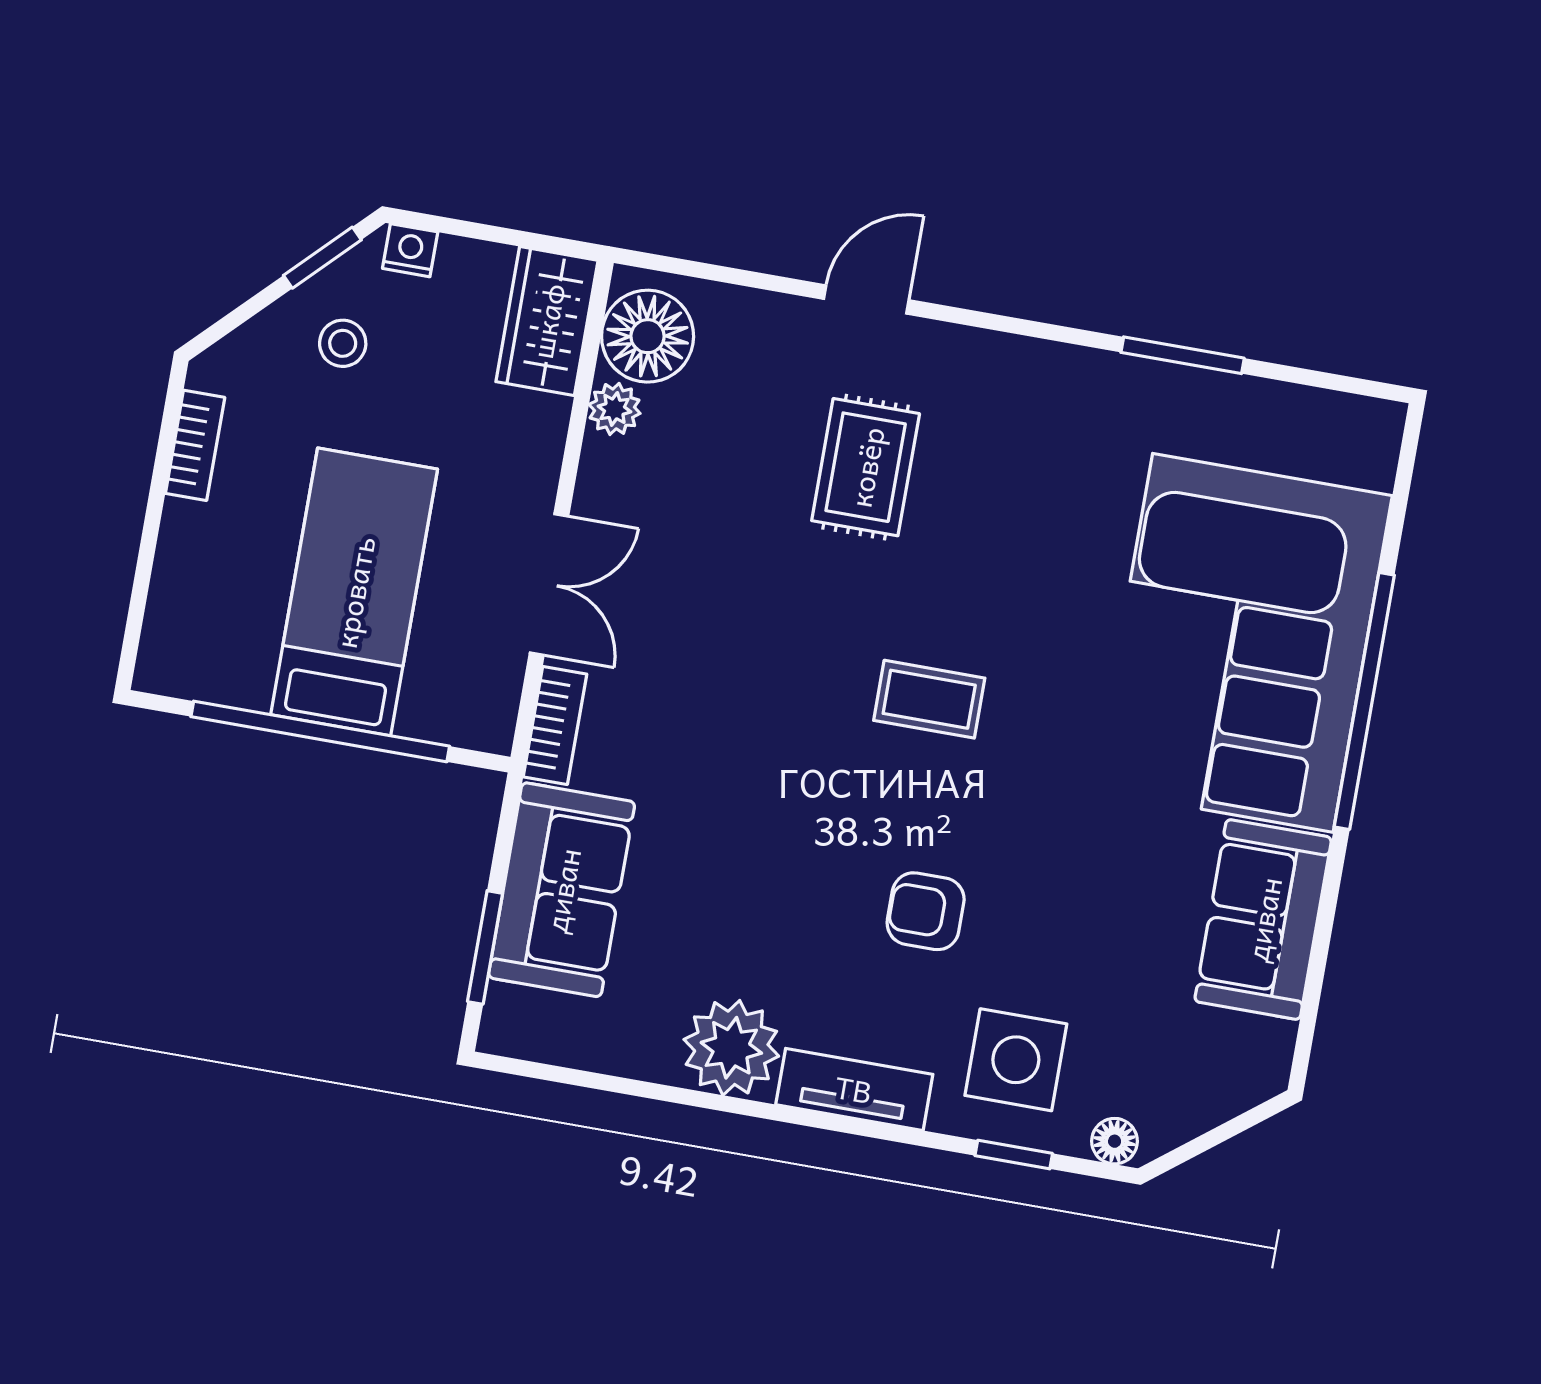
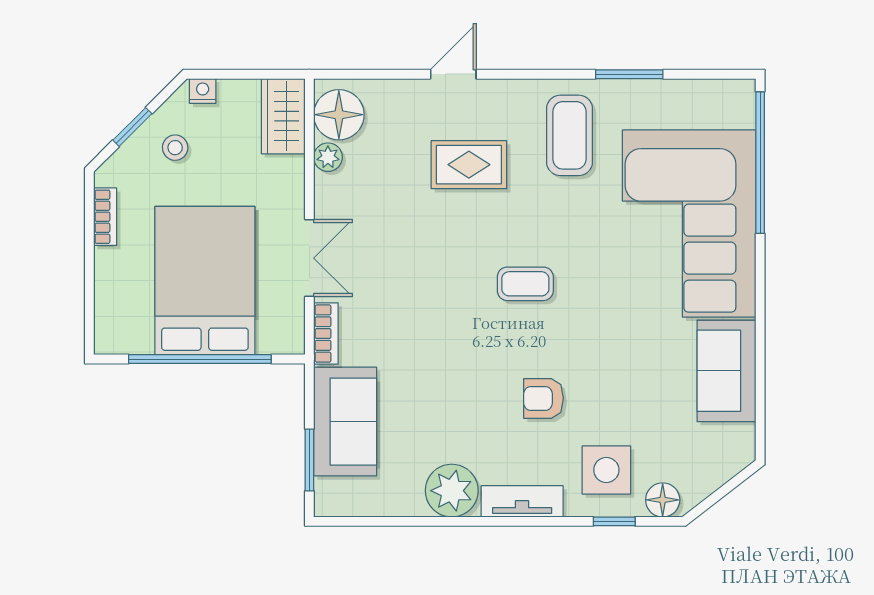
window: (322, 258) -> (132, 127), moved
coffee table: (1056, 446) -> (570, 135), added
rug: (866, 467) -> (469, 165), turned 90
bed: (354, 592) -> (205, 281), width x1.50
window: (1364, 701) -> (760, 163), moved
floor lamp: (1115, 1141) -> (663, 500), width x1.37, depth x1.37

